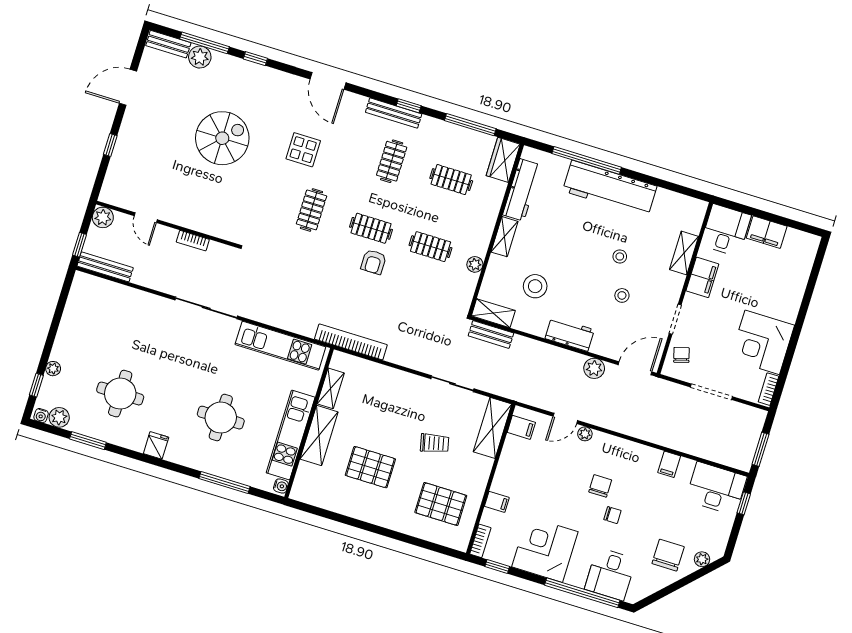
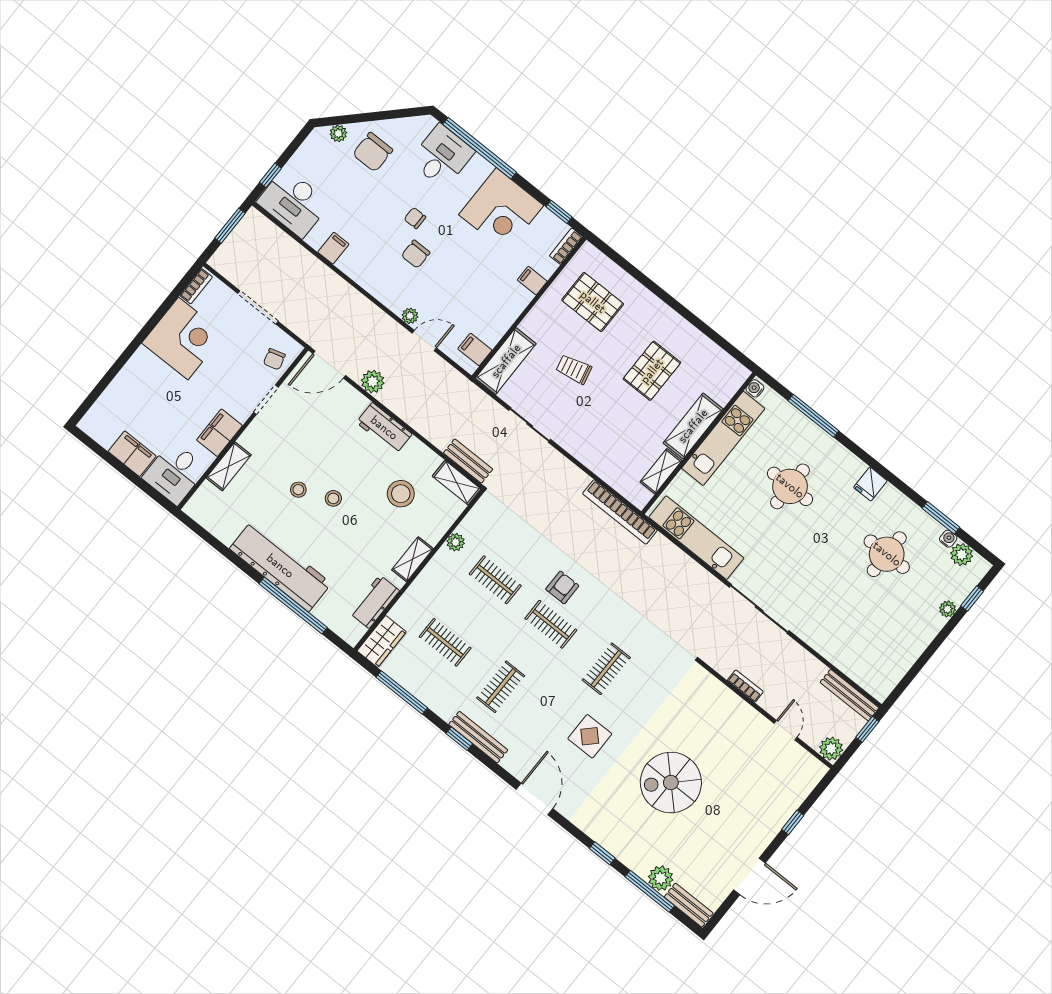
workbench: (522, 190) -> (374, 602), width x0.73
stool: (622, 295) -> (333, 498), moved
water cooler: (41, 415) -> (948, 539), moved
pallet: (370, 467) -> (652, 371), turned 90

